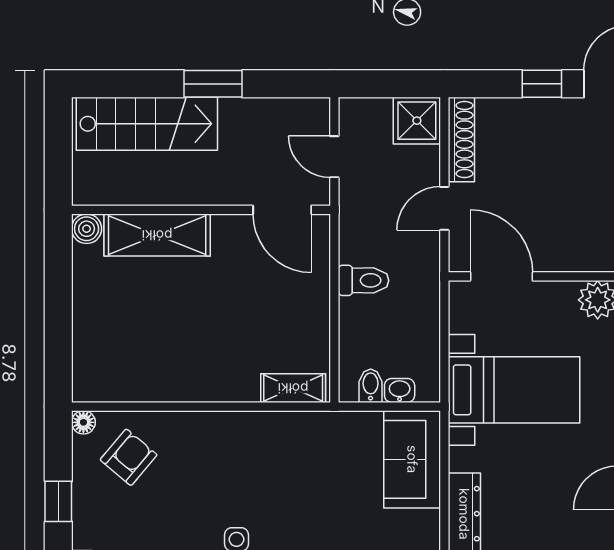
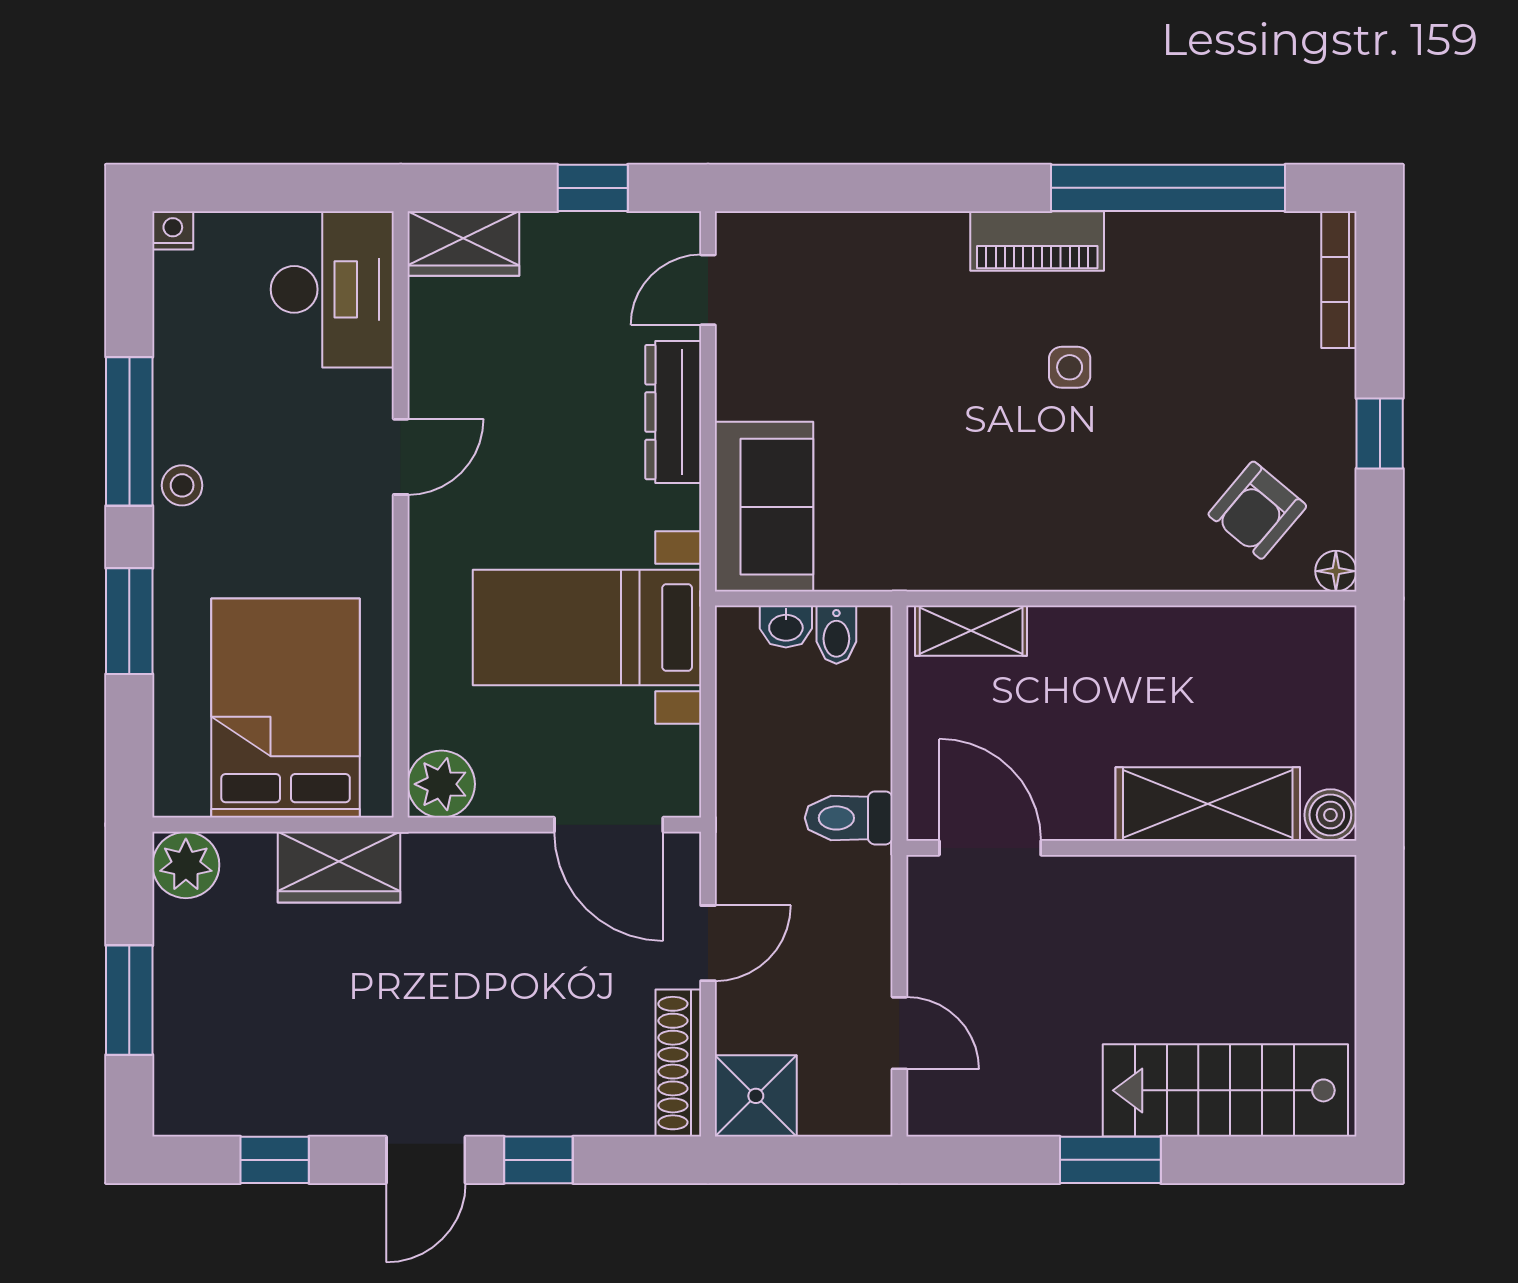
wall: (201, 210) -> (1131, 848), moved
door: (282, 210) -> (990, 848), moved
boiler: (87, 229) -> (1330, 815), moved
shelving: (157, 235) -> (1208, 804), moved

